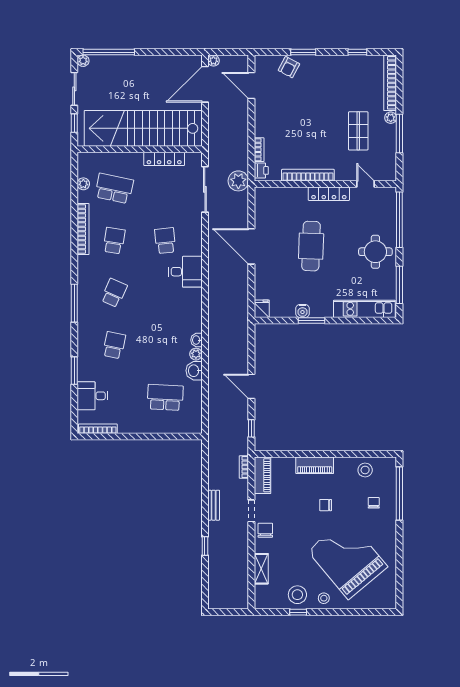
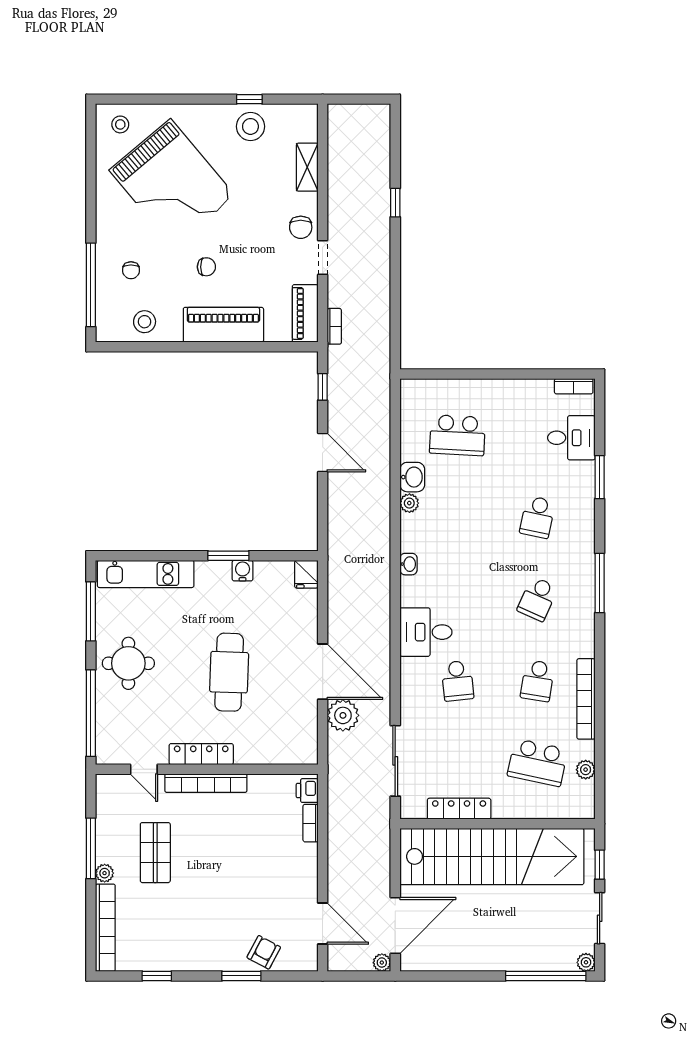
bookcase: (308, 175) -> (206, 783), moved
plant: (238, 181) -> (343, 715), moved
washbasin: (196, 340) -> (408, 564), moved
bookcase: (98, 429) -> (574, 386), width x0.64
piano: (315, 465) -> (223, 325), width x1.37, depth x1.33
bench: (214, 505) -> (382, 267), removed
stool: (324, 598) -> (120, 124), moved

